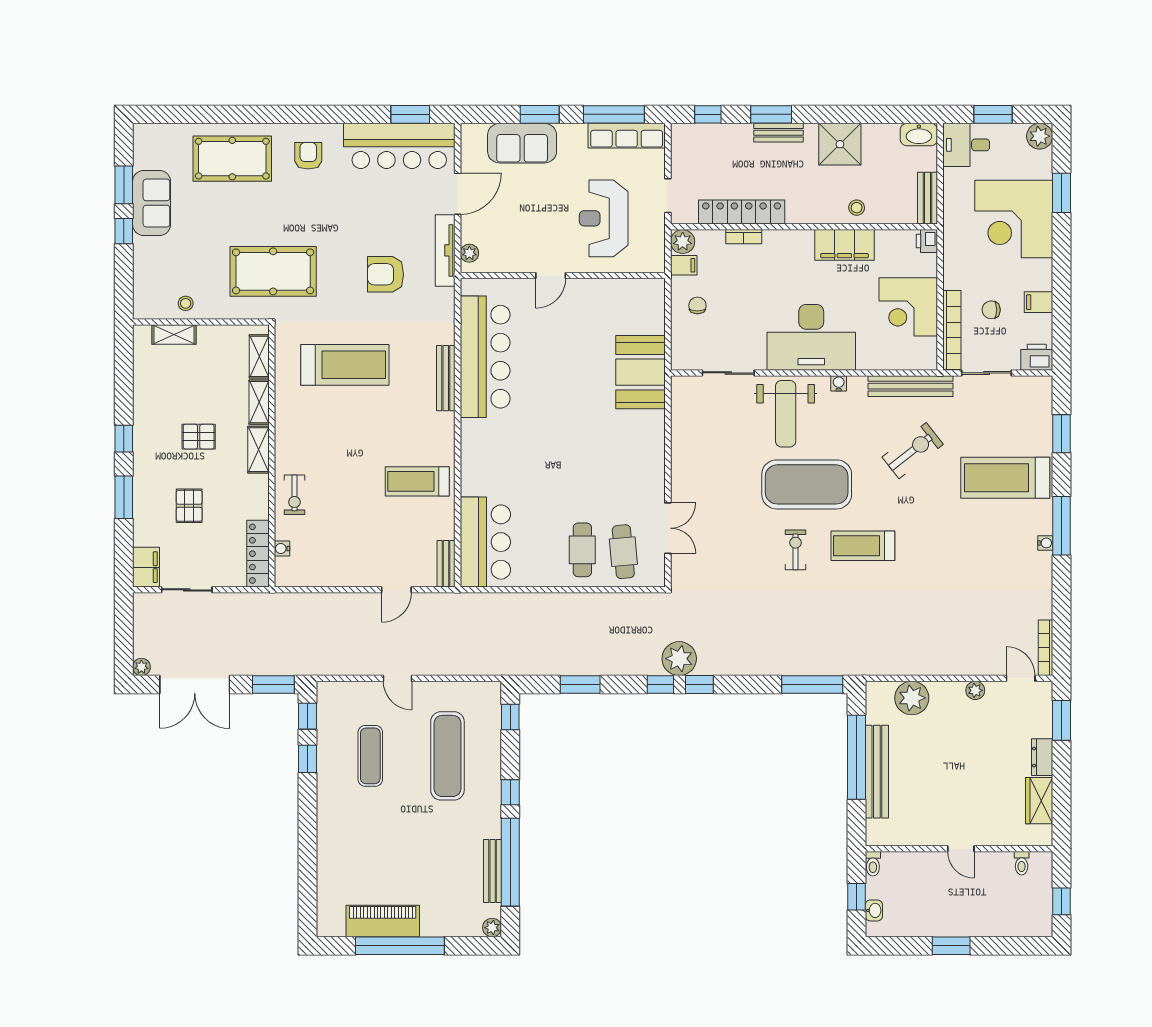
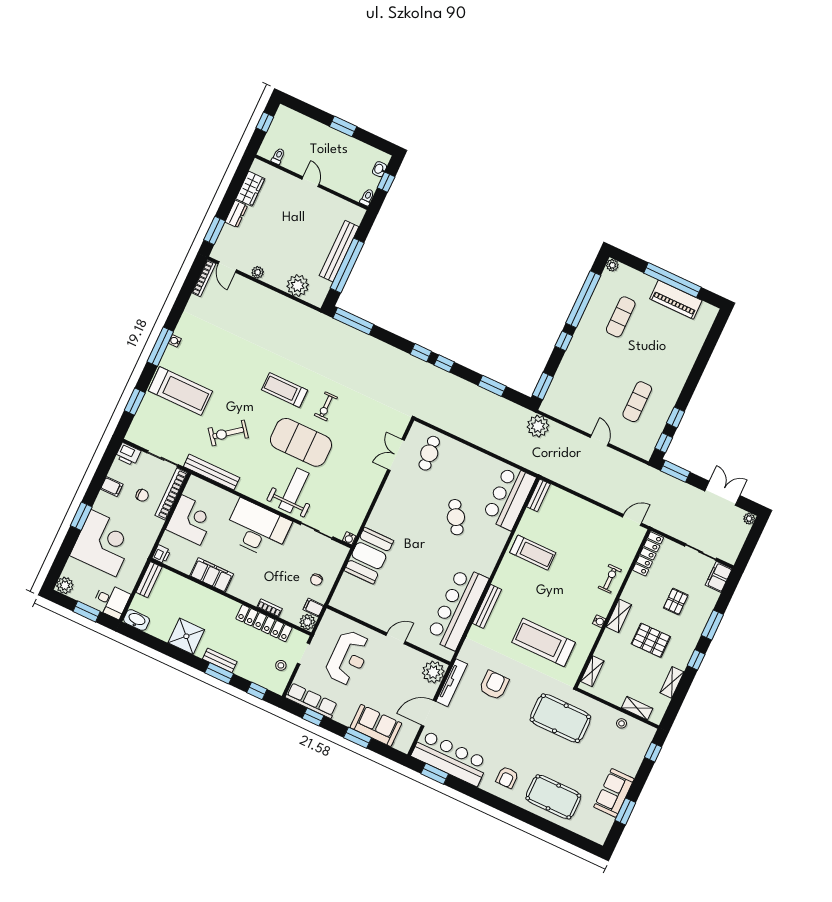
window: (614, 114) -> (313, 717), width x0.46
window: (1061, 193) -> (81, 516), moved
stool: (857, 208) -> (281, 665), moved
window: (124, 231) -> (653, 752), moved
plant: (469, 253) -> (433, 672), width x1.88, depth x1.88
armchair: (386, 274) -> (494, 685), turned -90
water cooler: (839, 383) -> (349, 538), moved
shelving: (259, 402) -> (672, 682), moved
pallet: (199, 437) -> (651, 640), width x1.50, depth x1.42
treadmill: (863, 546) -> (284, 390), turned 180
water cooler: (282, 549) -> (599, 621), moved
cafe table: (582, 550) -> (456, 517), moved, turned -30
door: (396, 590) -> (632, 520), moved
plant: (679, 659) -> (538, 426), moved
double door: (195, 685) -> (722, 493), width x0.73
window: (510, 717) -> (543, 386), width x1.50
exercise mat: (447, 756) -> (621, 317), moved, width x0.73, depth x0.69
bench: (493, 871) -> (596, 299), removed

